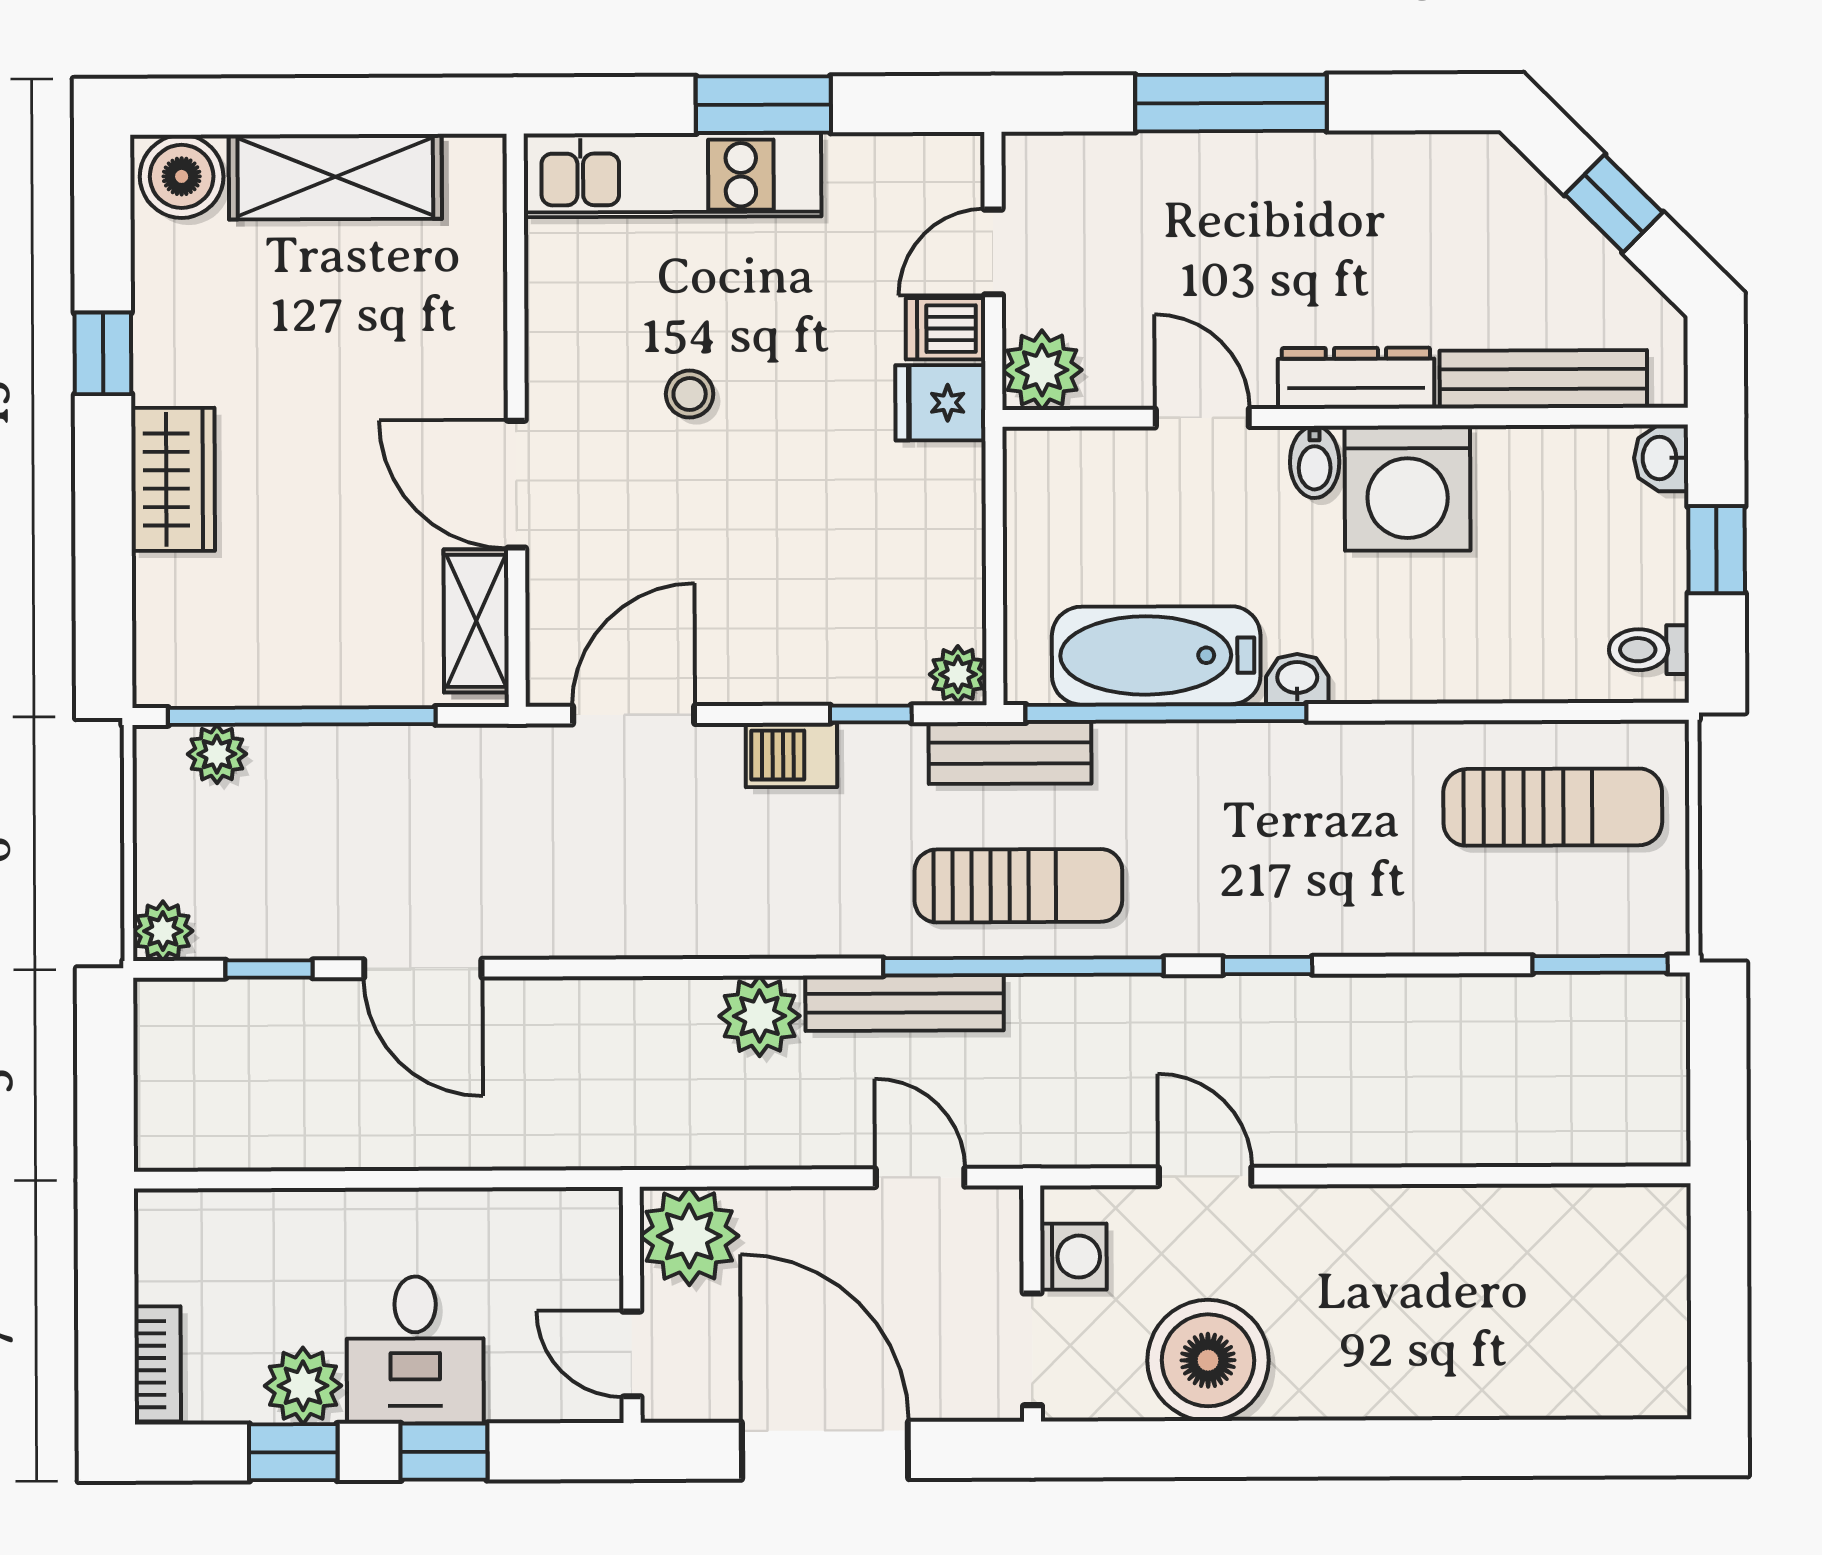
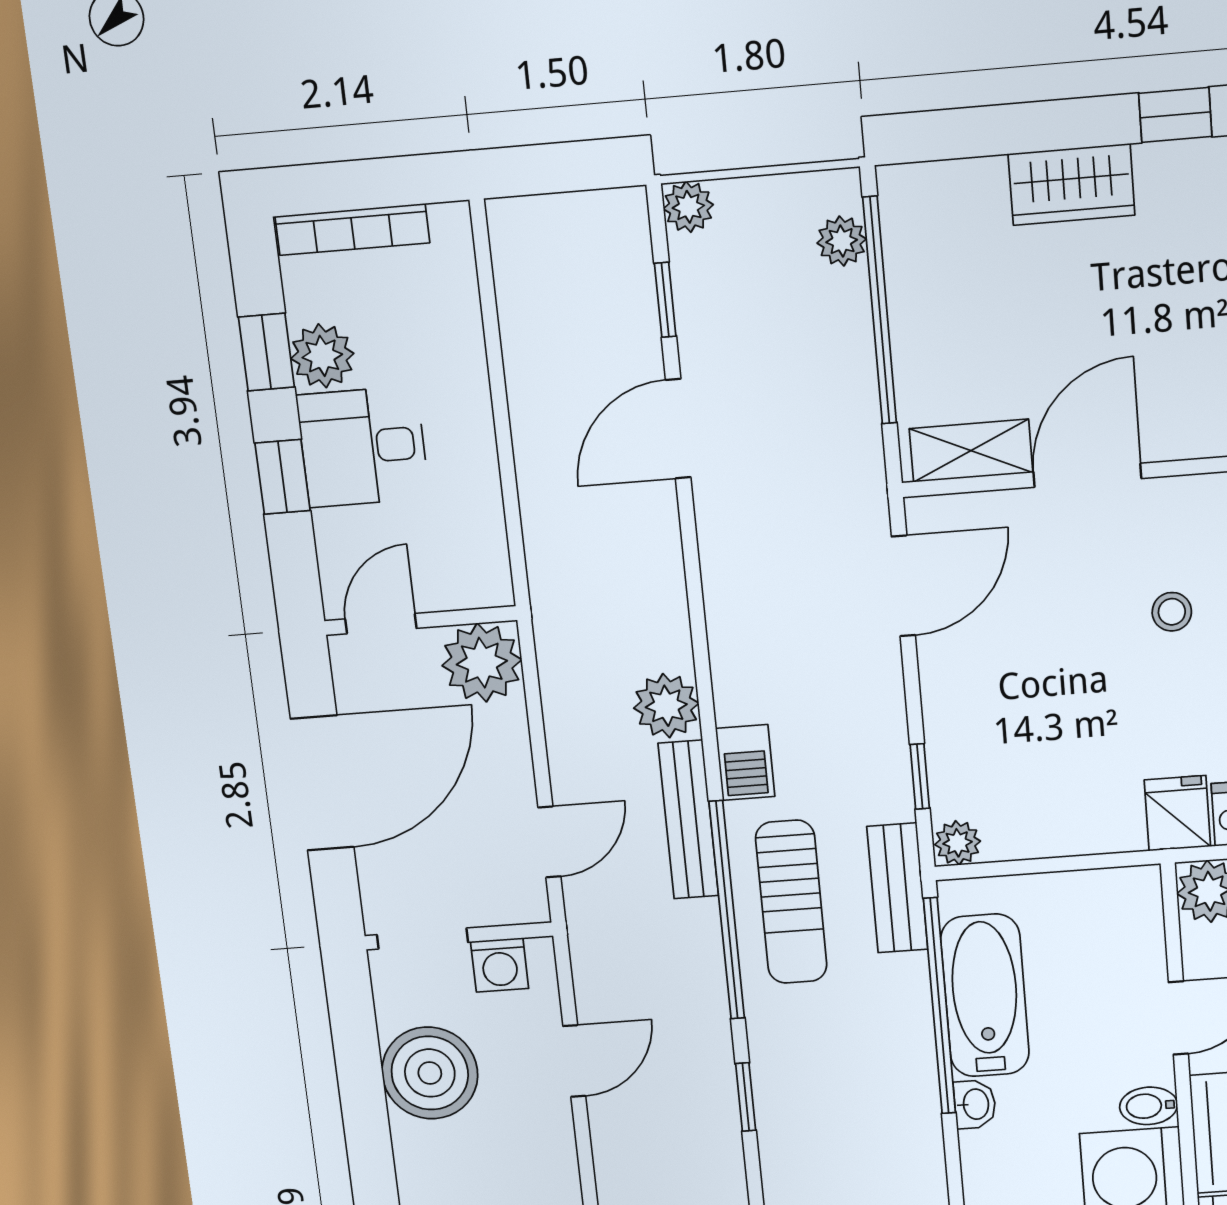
door: (634, 715) -> (903, 586), hinge flipped
barbecue: (791, 755) -> (745, 762), moved, turned 180
bookcase: (158, 1364) -> (352, 230), width x1.56

